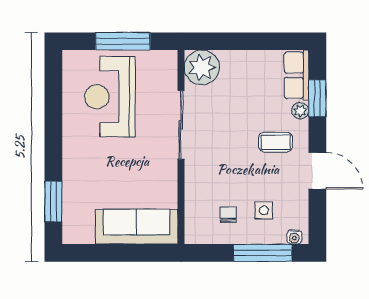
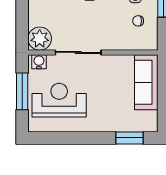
water cooler: (167, 66) -> (39, 62), added
reception desk: (110, 97) -> (59, 100), turned 180

